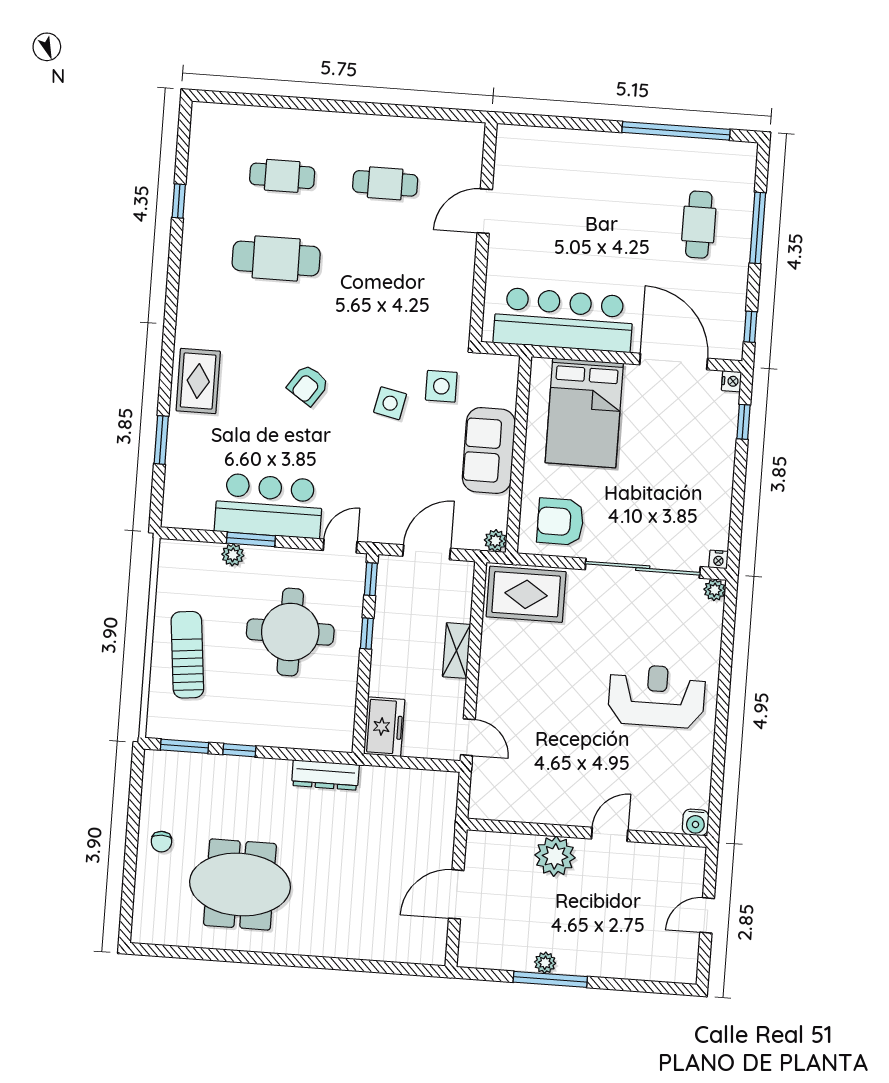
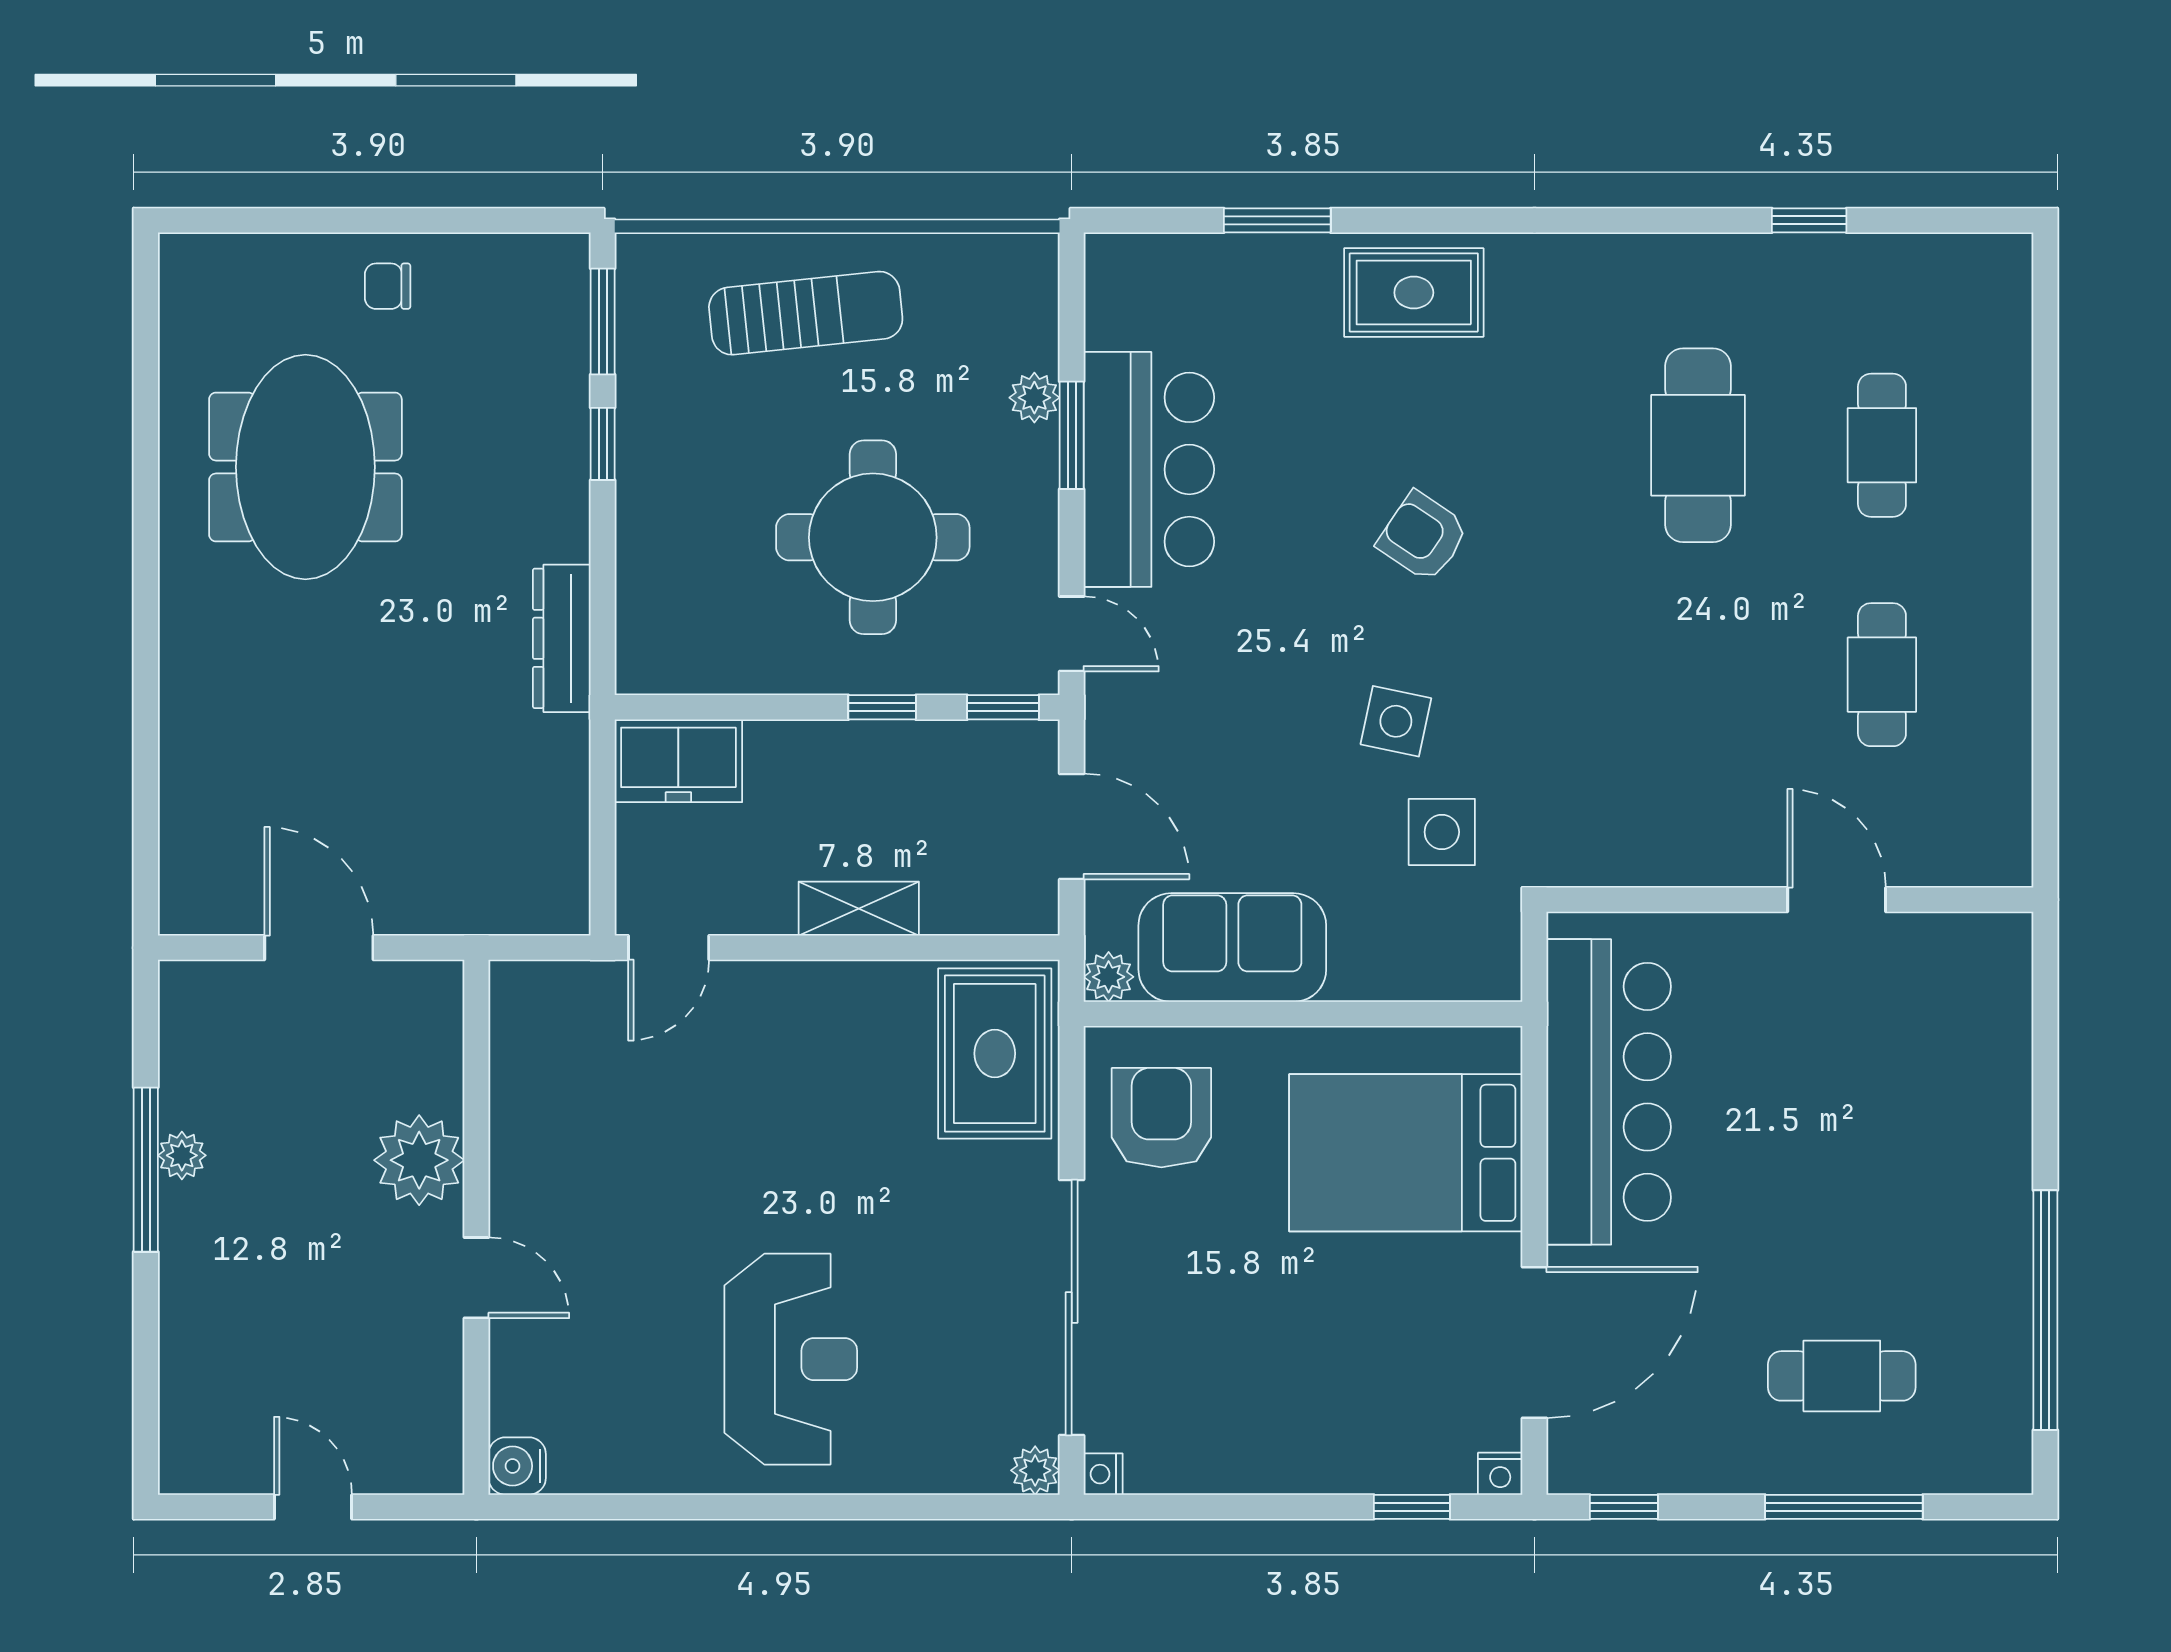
sofa: (489, 450) -> (1232, 948), moved

